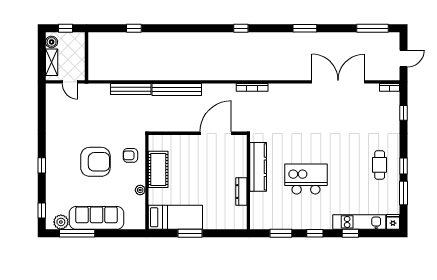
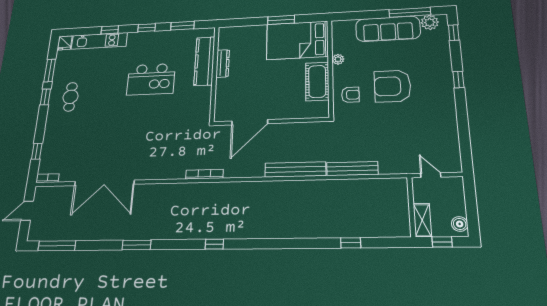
shelving: (52, 62) -> (422, 220), moved
kitchen counter: (258, 167) -> (204, 61), moved
bed: (175, 217) -> (297, 40), width x1.50

